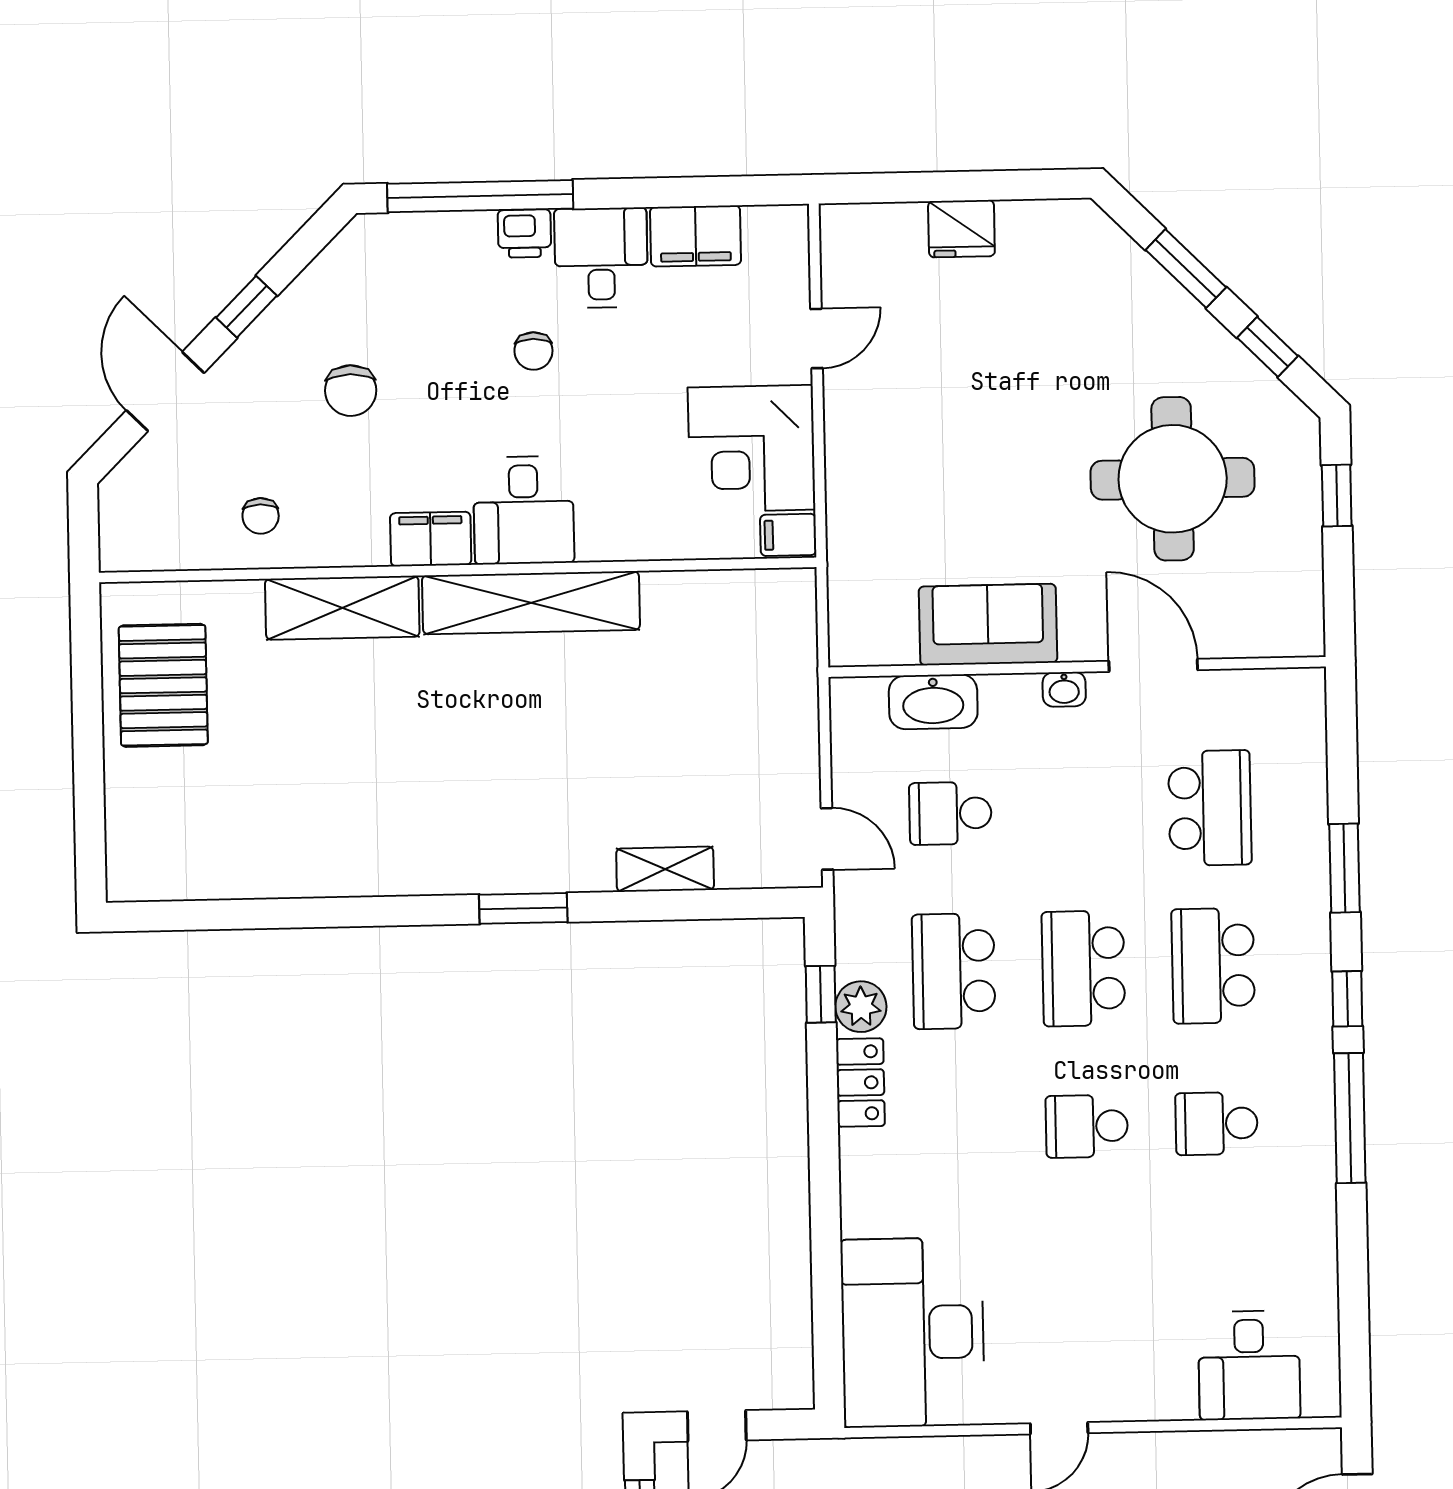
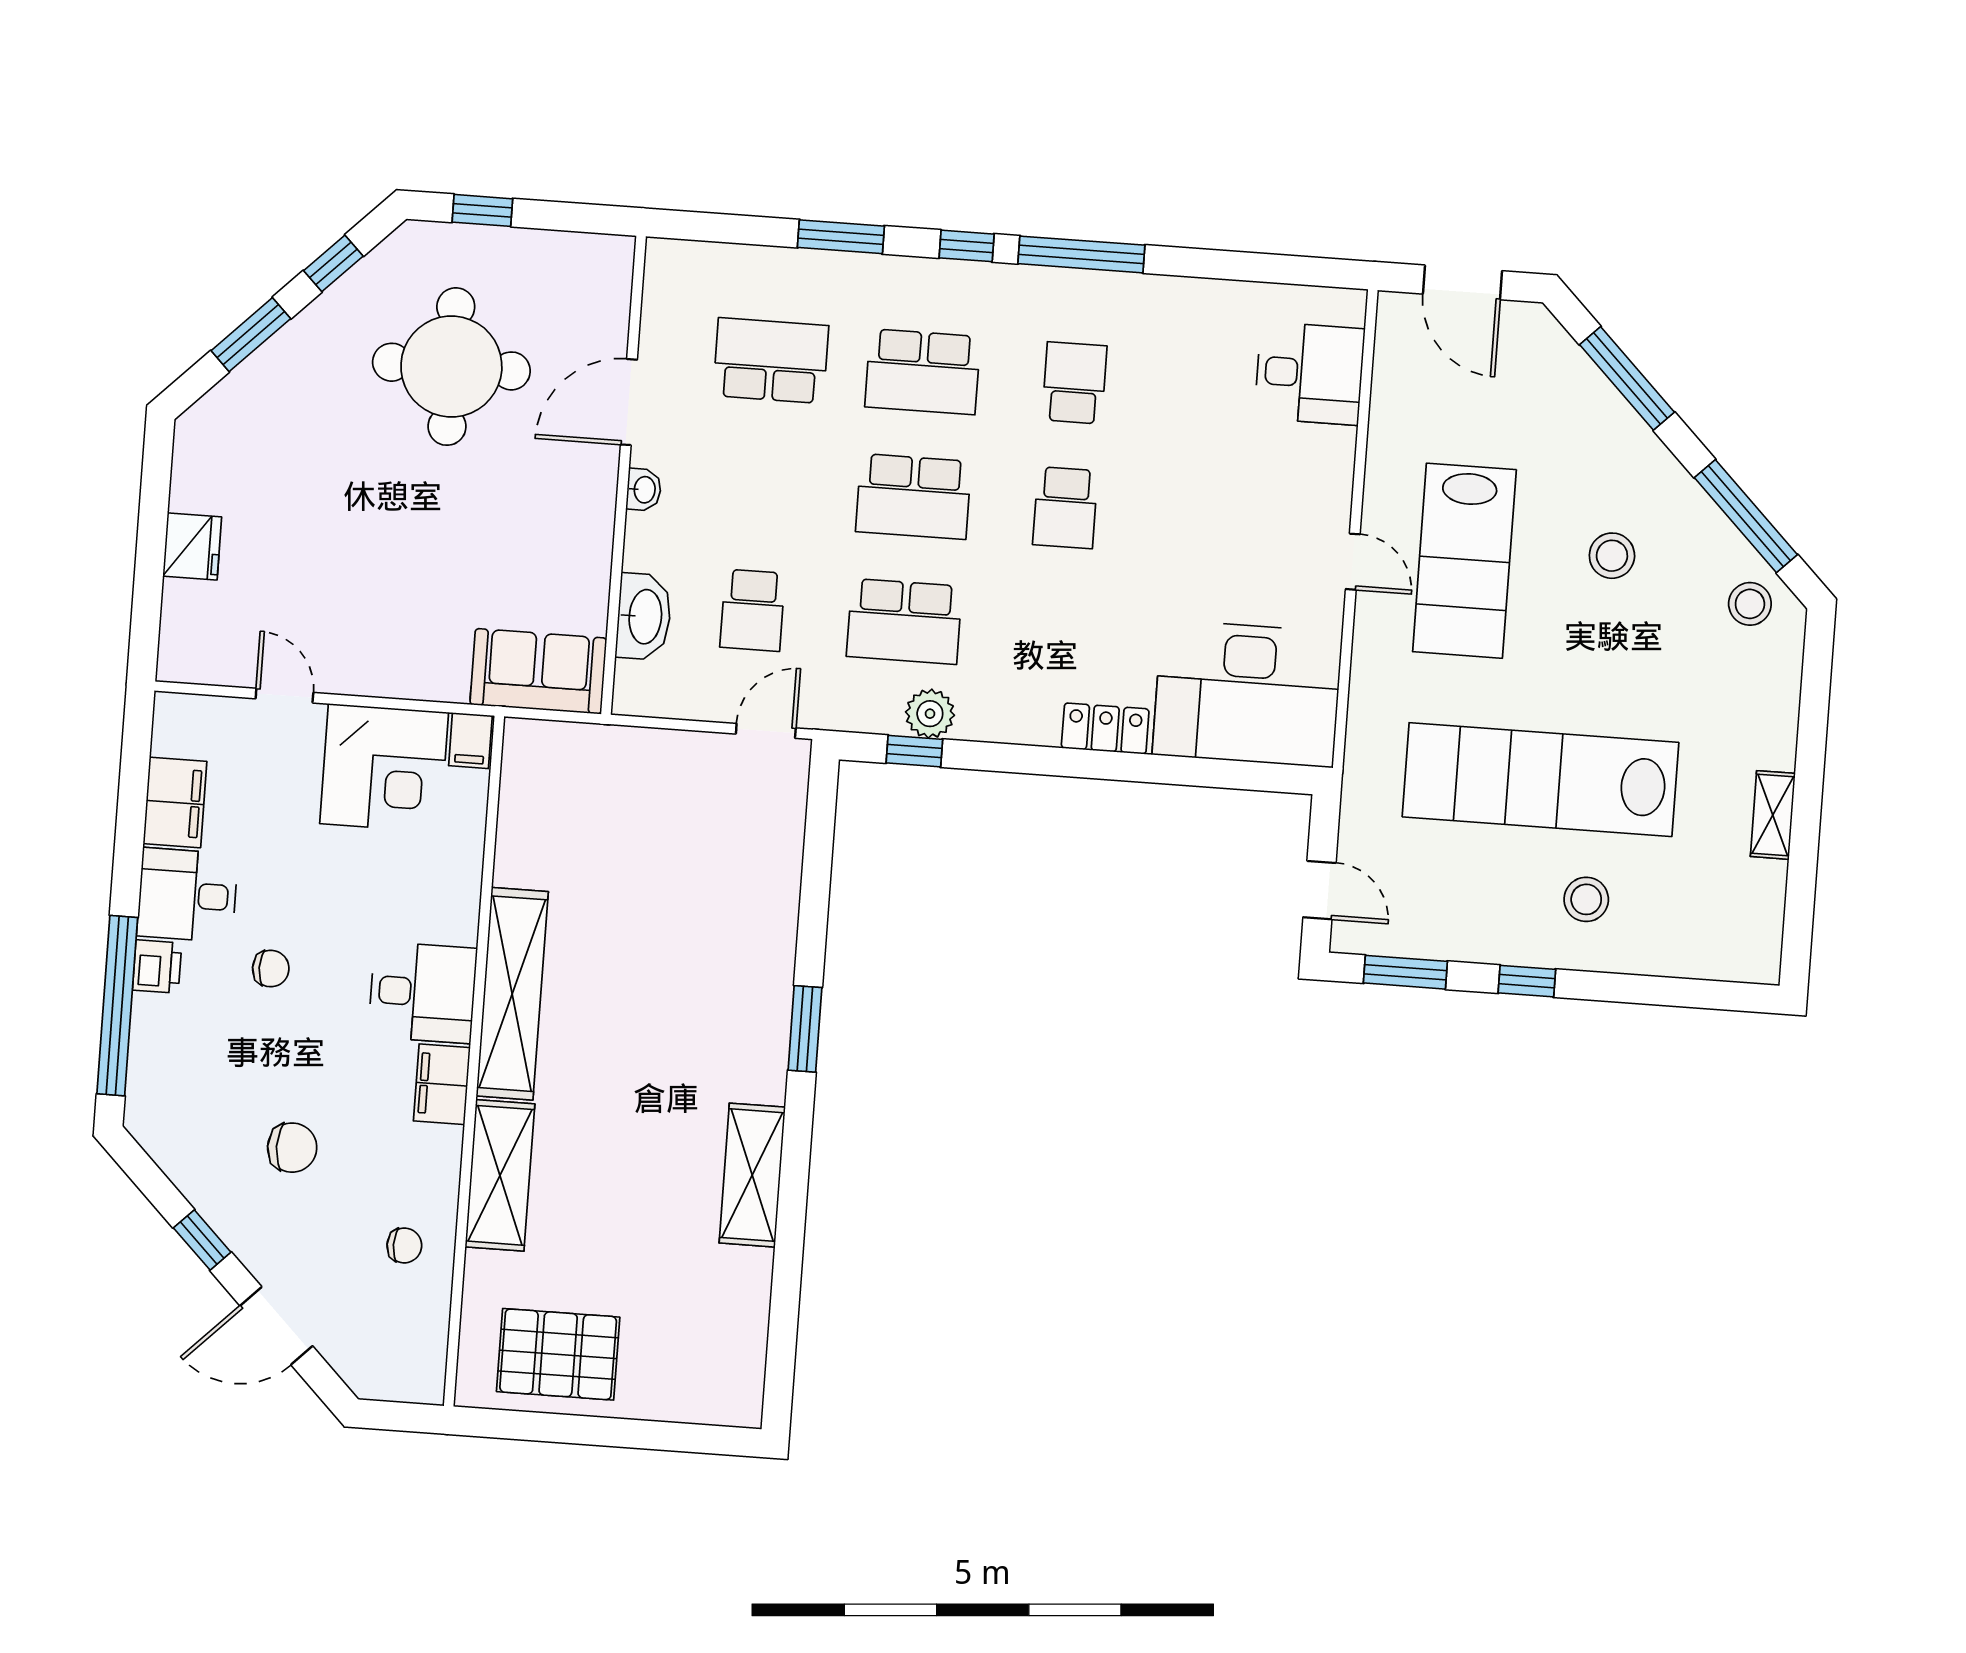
sofa: (988, 625) -> (538, 671), moved, turned 90
shelving: (665, 869) -> (752, 1175), moved, width x1.50, depth x1.33
locker: (860, 1082) -> (1105, 728), moved
school desk: (1216, 1123) -> (1074, 383), turned 180

